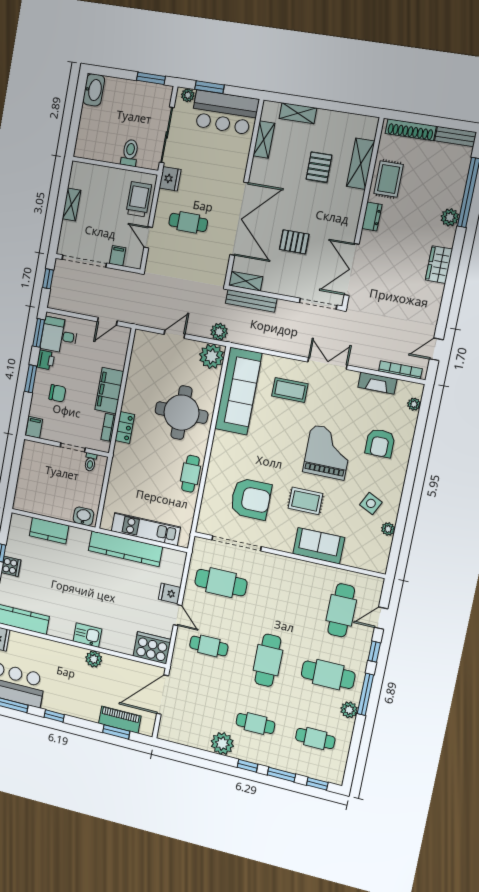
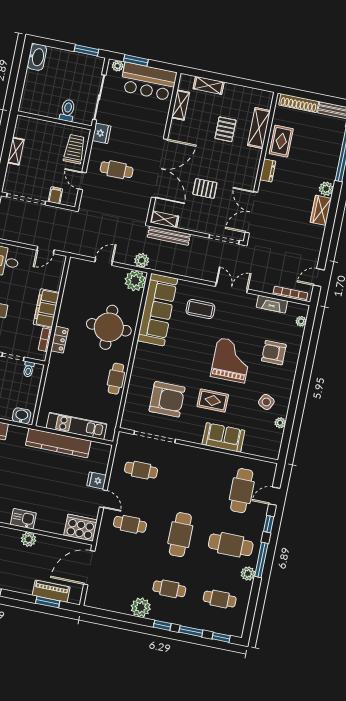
plant: (450, 217) -> (326, 189), moved
armchair: (380, 443) -> (274, 353), turned 90
cafe table: (221, 583) -> (141, 470), width x0.73, depth x0.74

